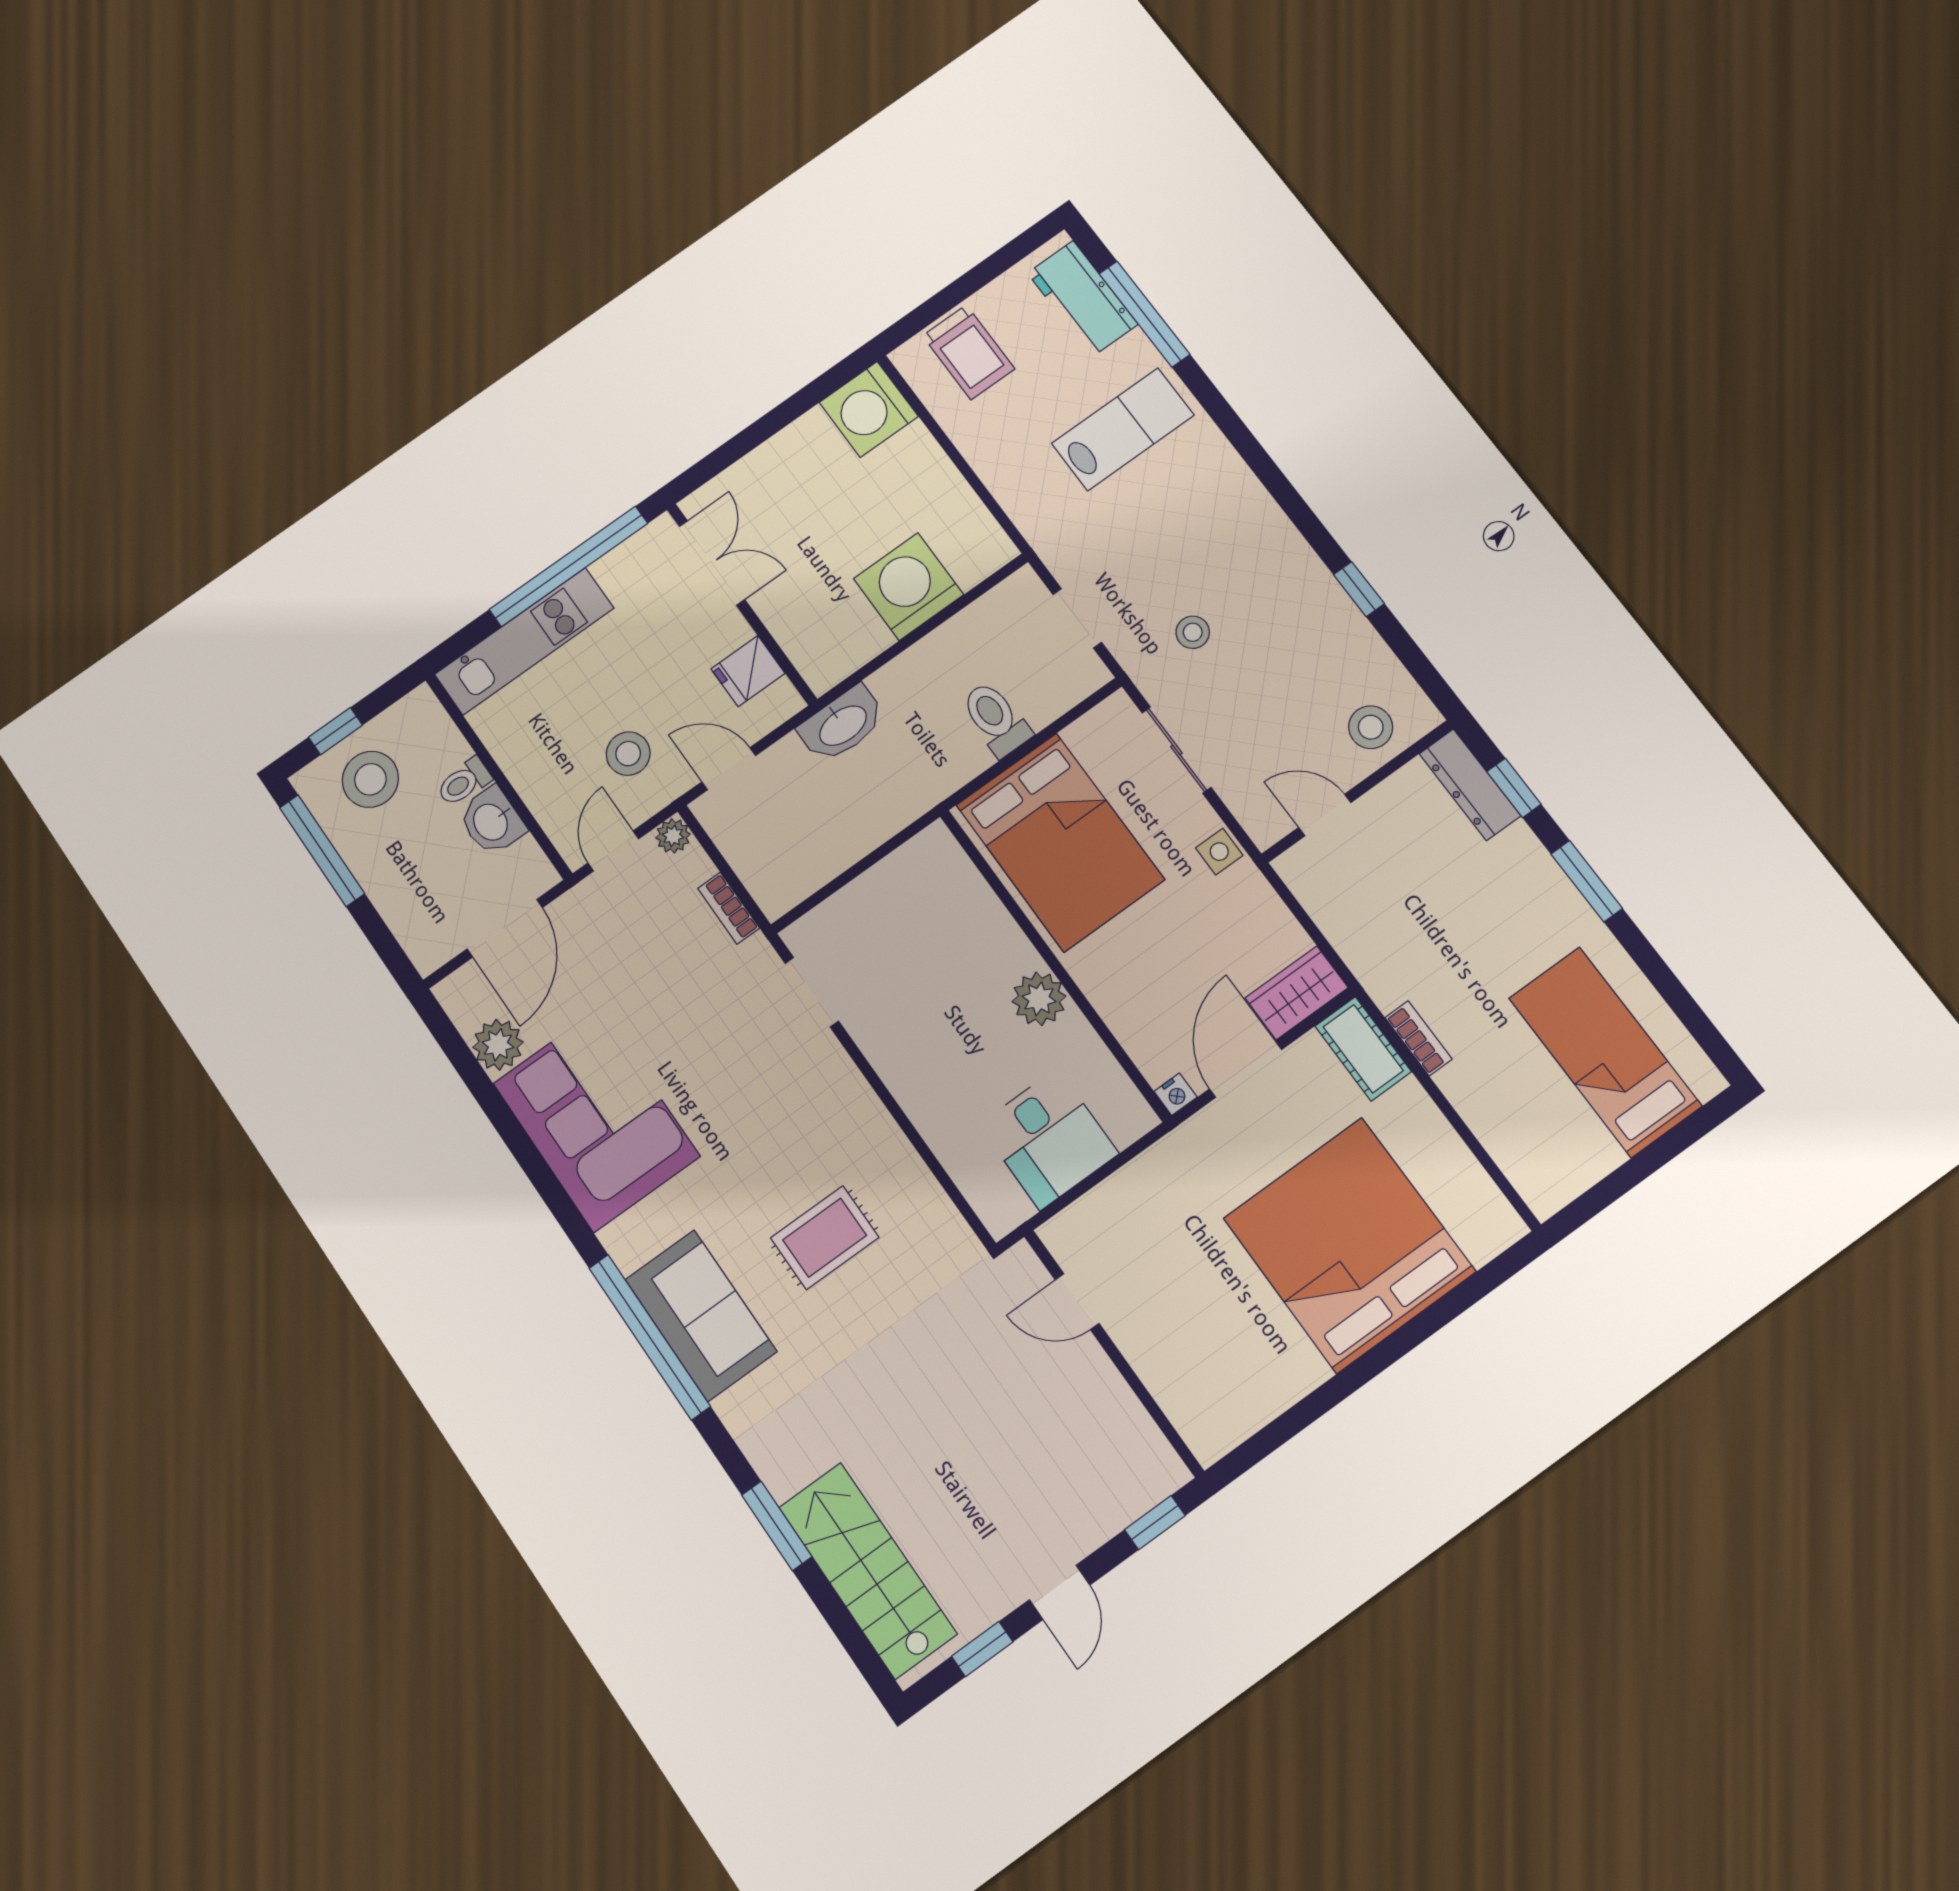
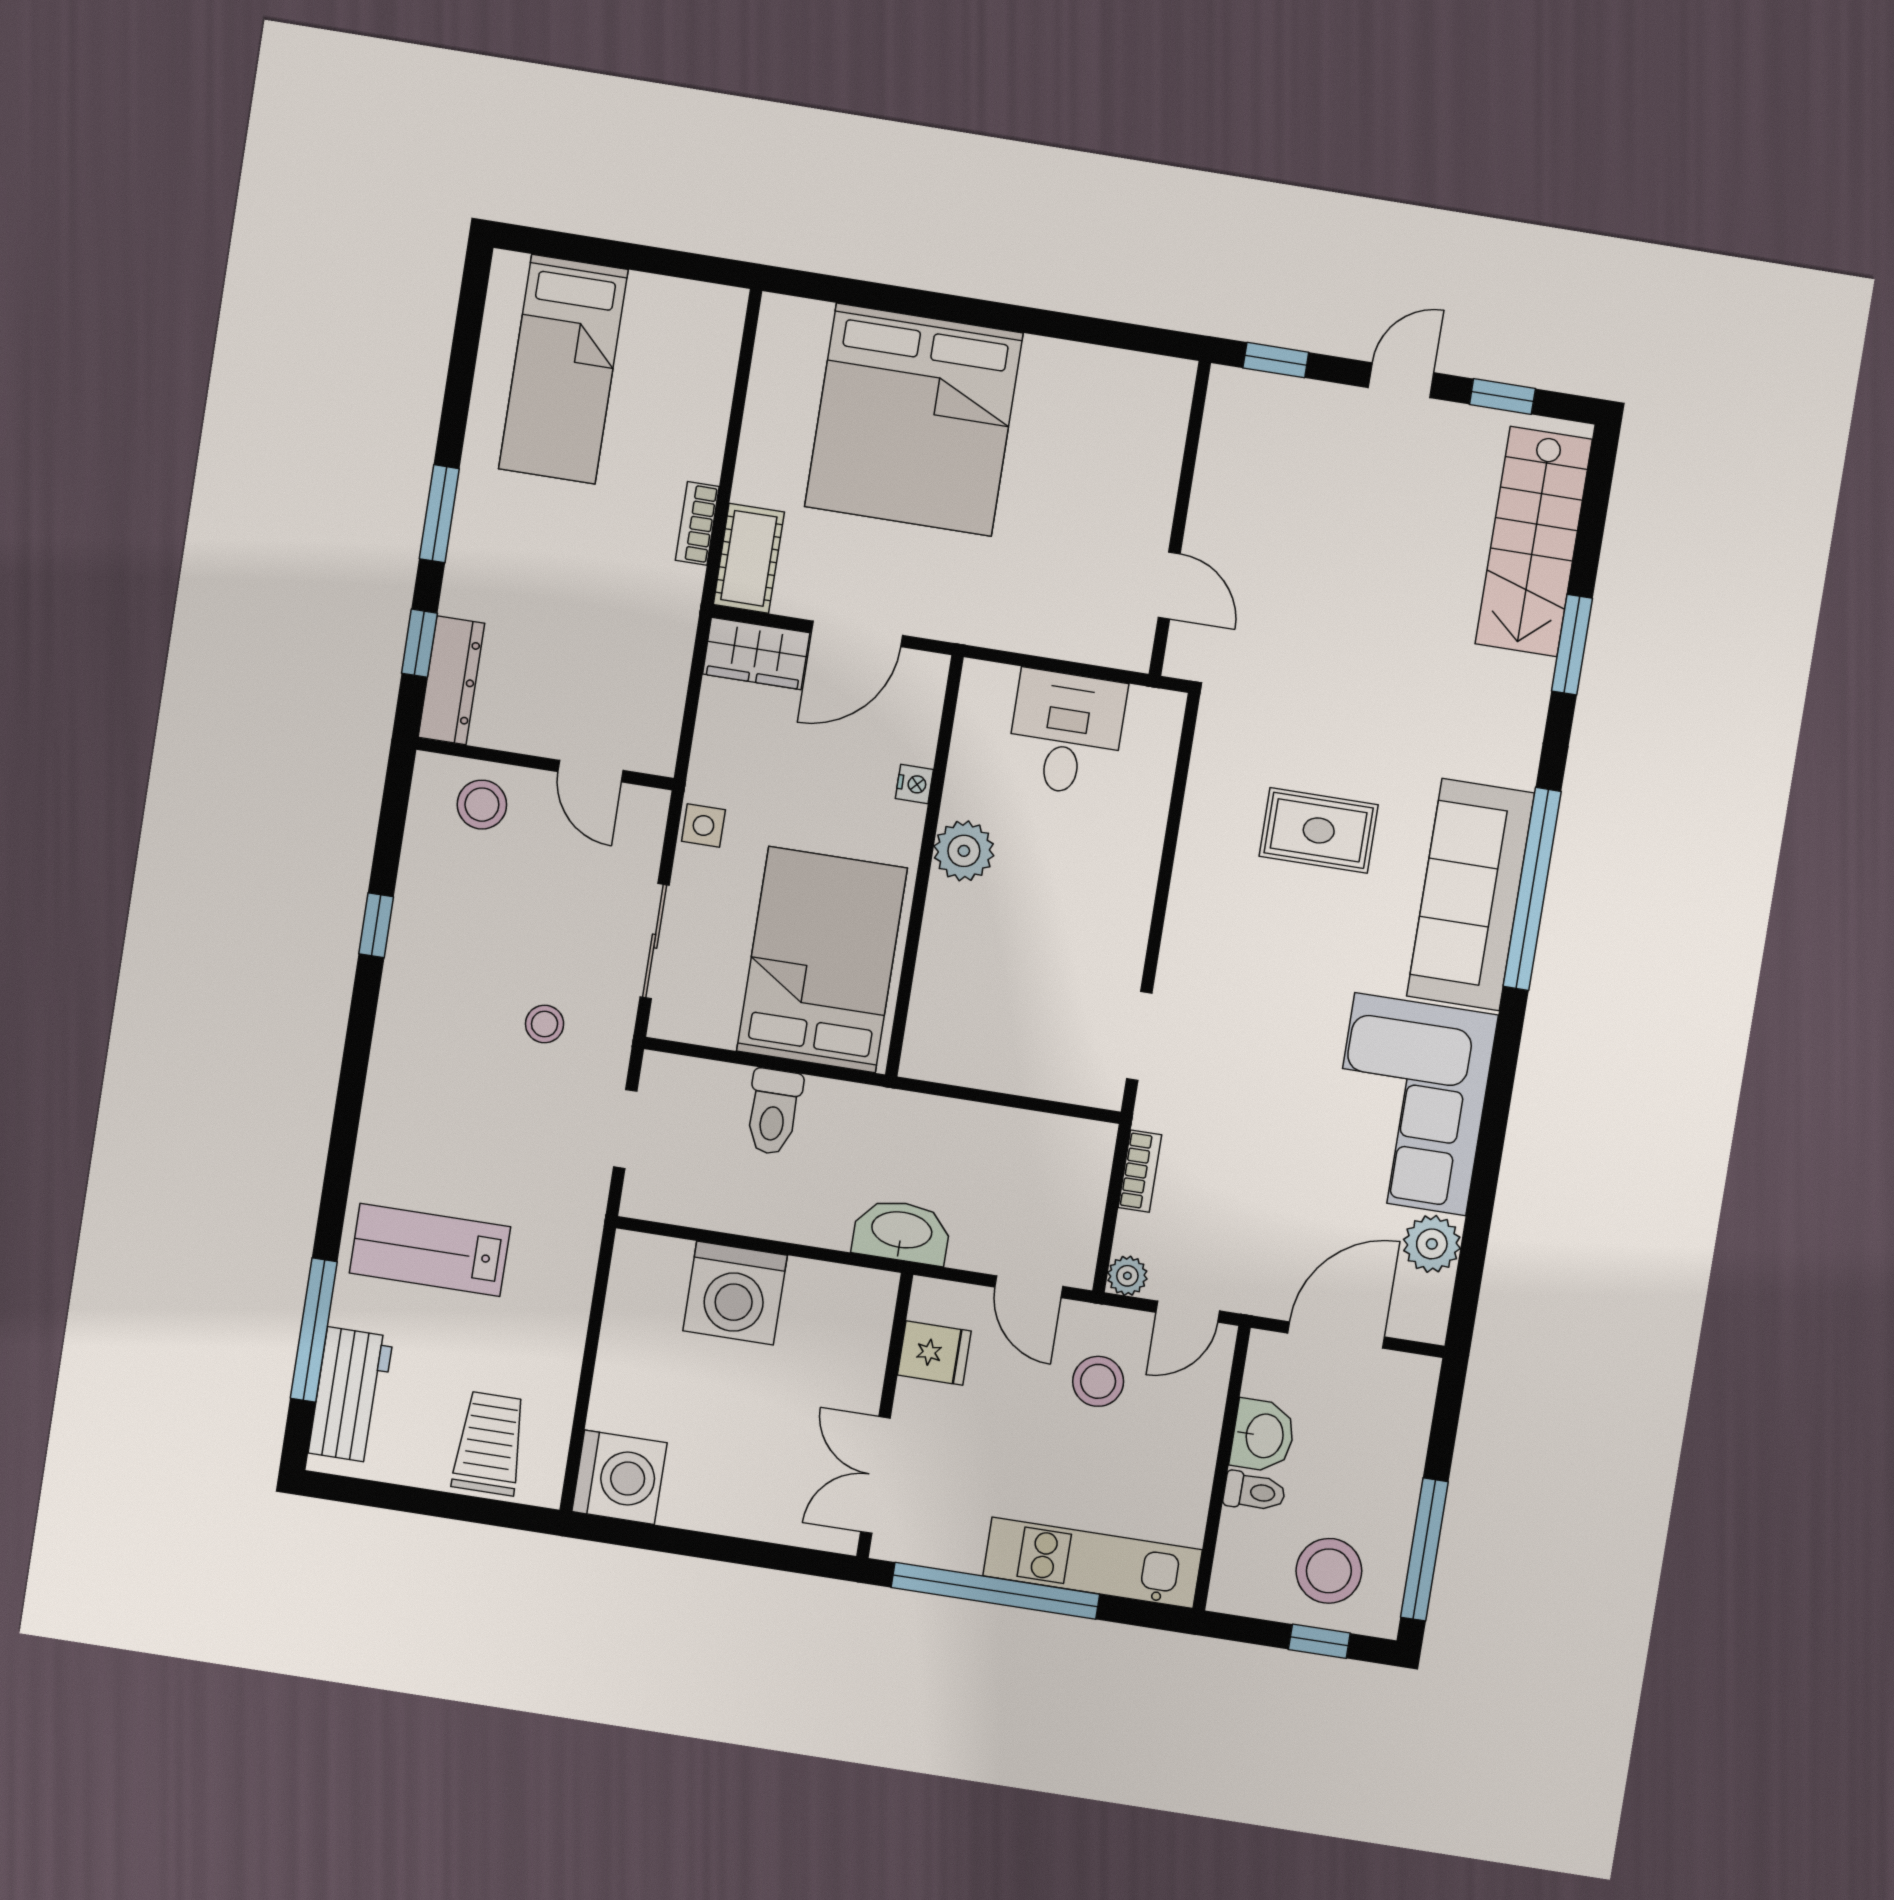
nightstand: (1176, 1094) -> (914, 784), moved, turned 90
sofa: (701, 1315) -> (1471, 895), width x1.36

